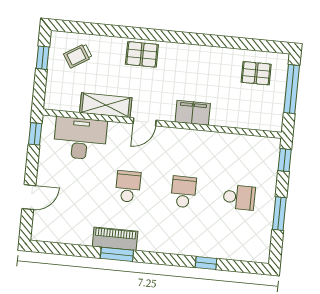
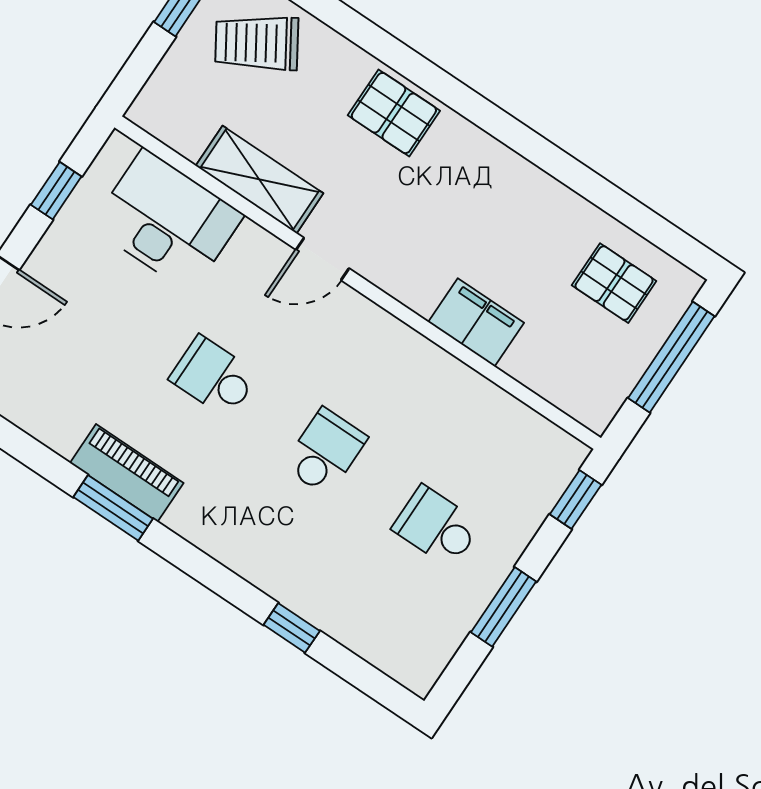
trolley: (78, 56) -> (257, 43), width x1.36, depth x1.39
filing cabinet: (193, 113) -> (476, 322), moved
window: (35, 134) -> (56, 191), moved
school desk: (128, 186) -> (214, 377), turned -90
school desk: (239, 197) -> (437, 527), turned 180

